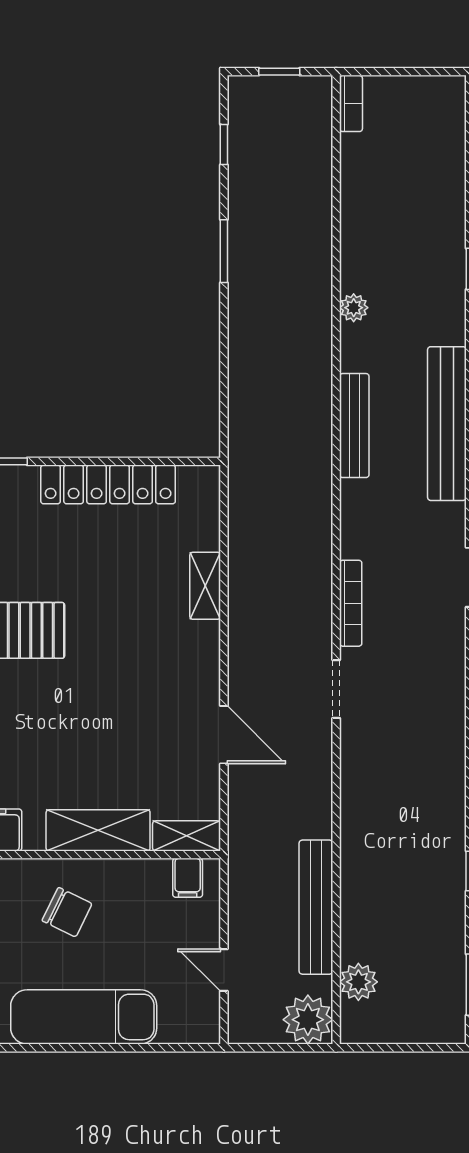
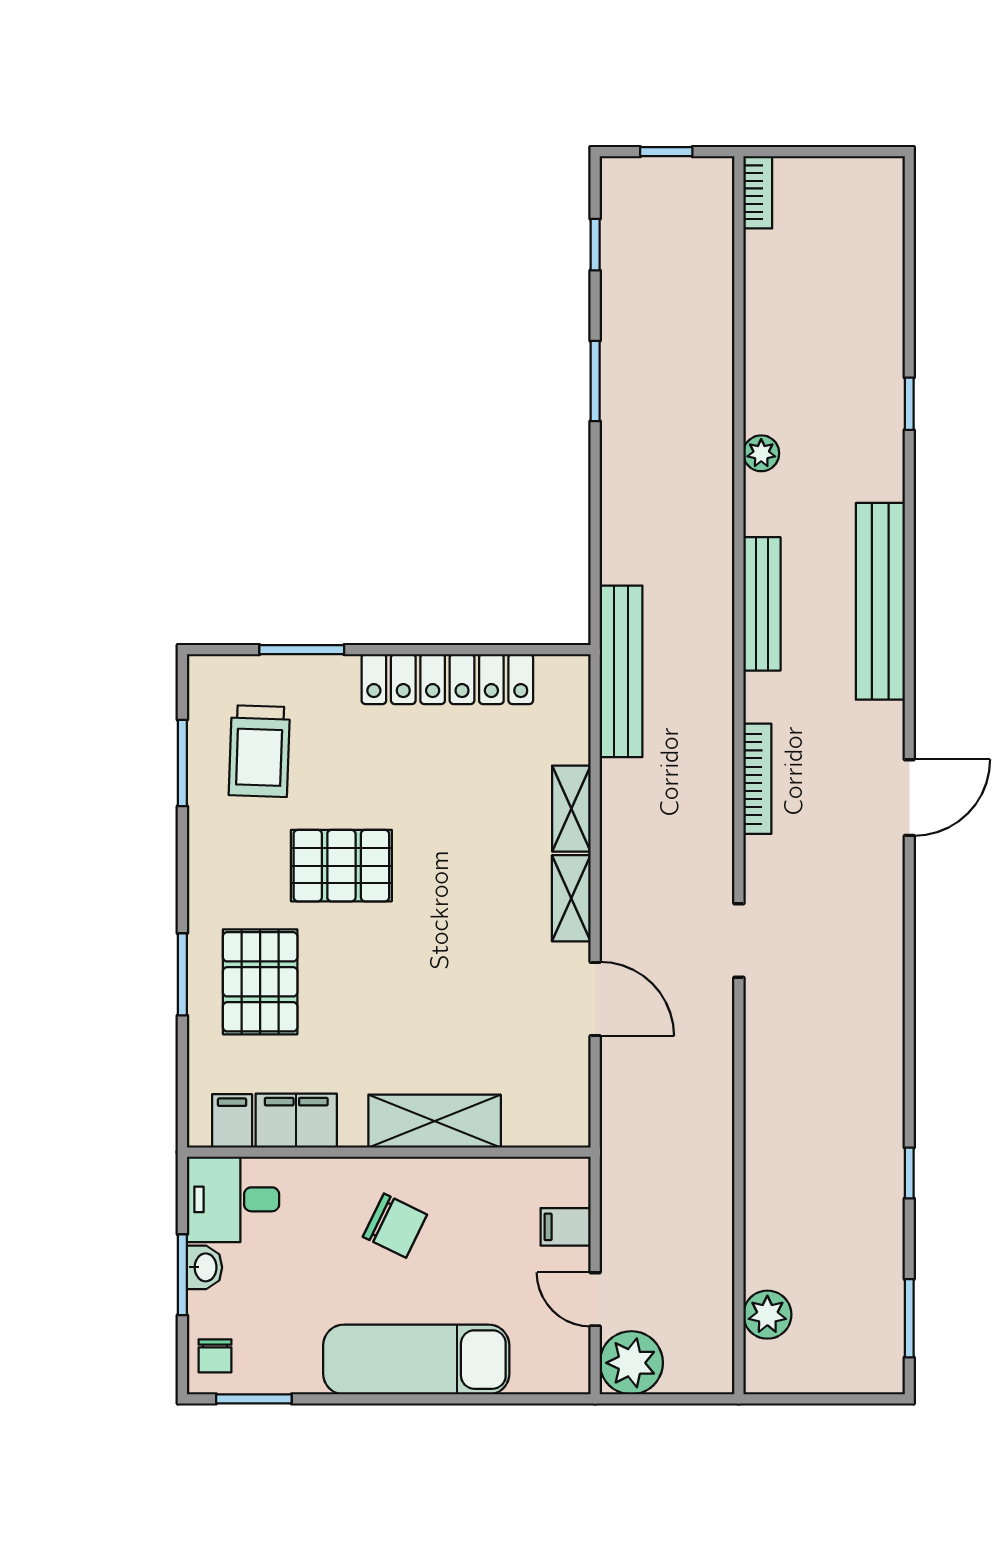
bookcase: (351, 603) -> (757, 779), moved
shelving: (187, 836) -> (571, 898), moved, turned 90
filing cabinet: (188, 878) -> (566, 1227), moved, turned 90
bench: (316, 907) -> (621, 671), moved
plant: (308, 1020) -> (631, 1363), moved

